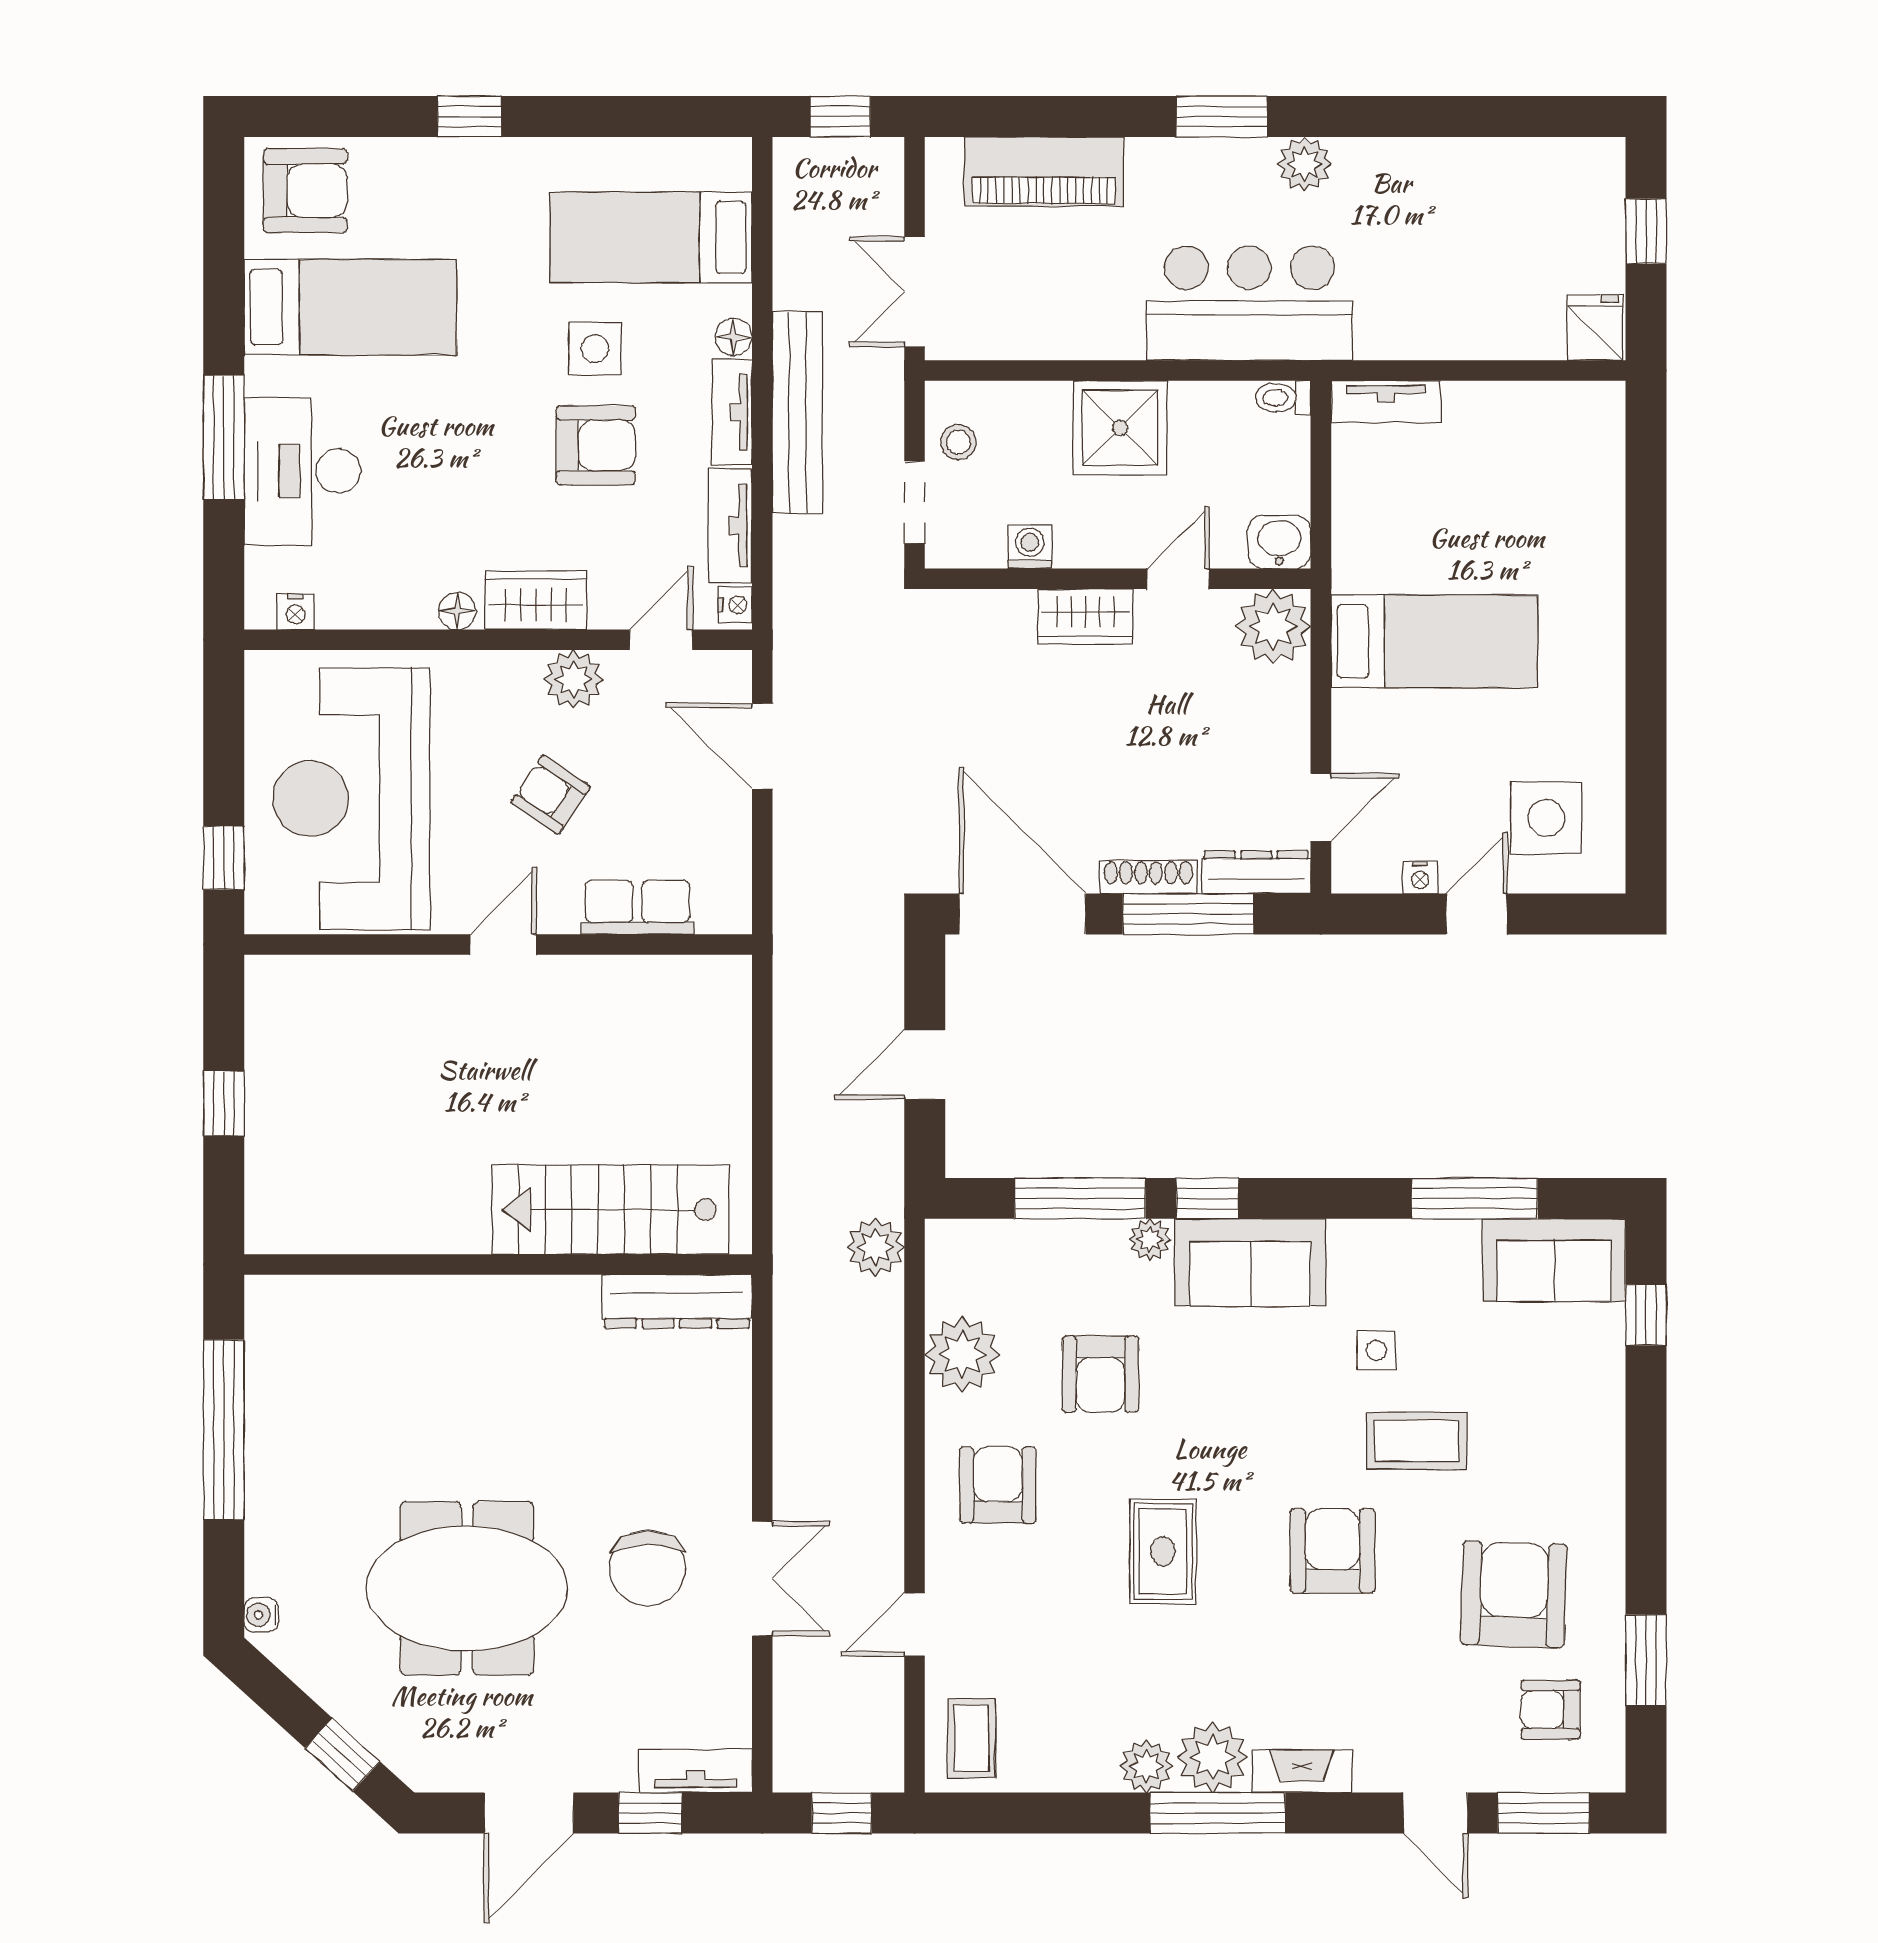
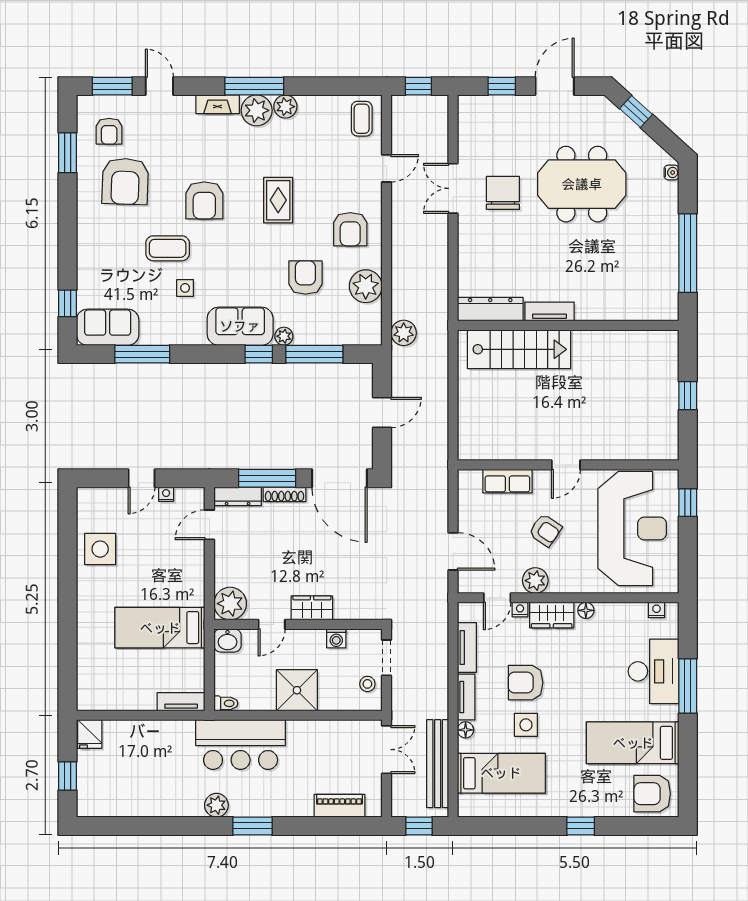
piano: (1044, 172) -> (339, 806), width x0.73, depth x0.75
bench: (797, 412) -> (438, 764), moved
nightstand: (735, 605) -> (520, 610), moved, turned 90
bed: (1434, 641) -> (160, 628), moved
side table: (1546, 818) -> (100, 549), moved
armchair: (1551, 1710) -> (109, 131), turned 90
tv unit: (695, 1771) -> (550, 311), moved, turned 180

